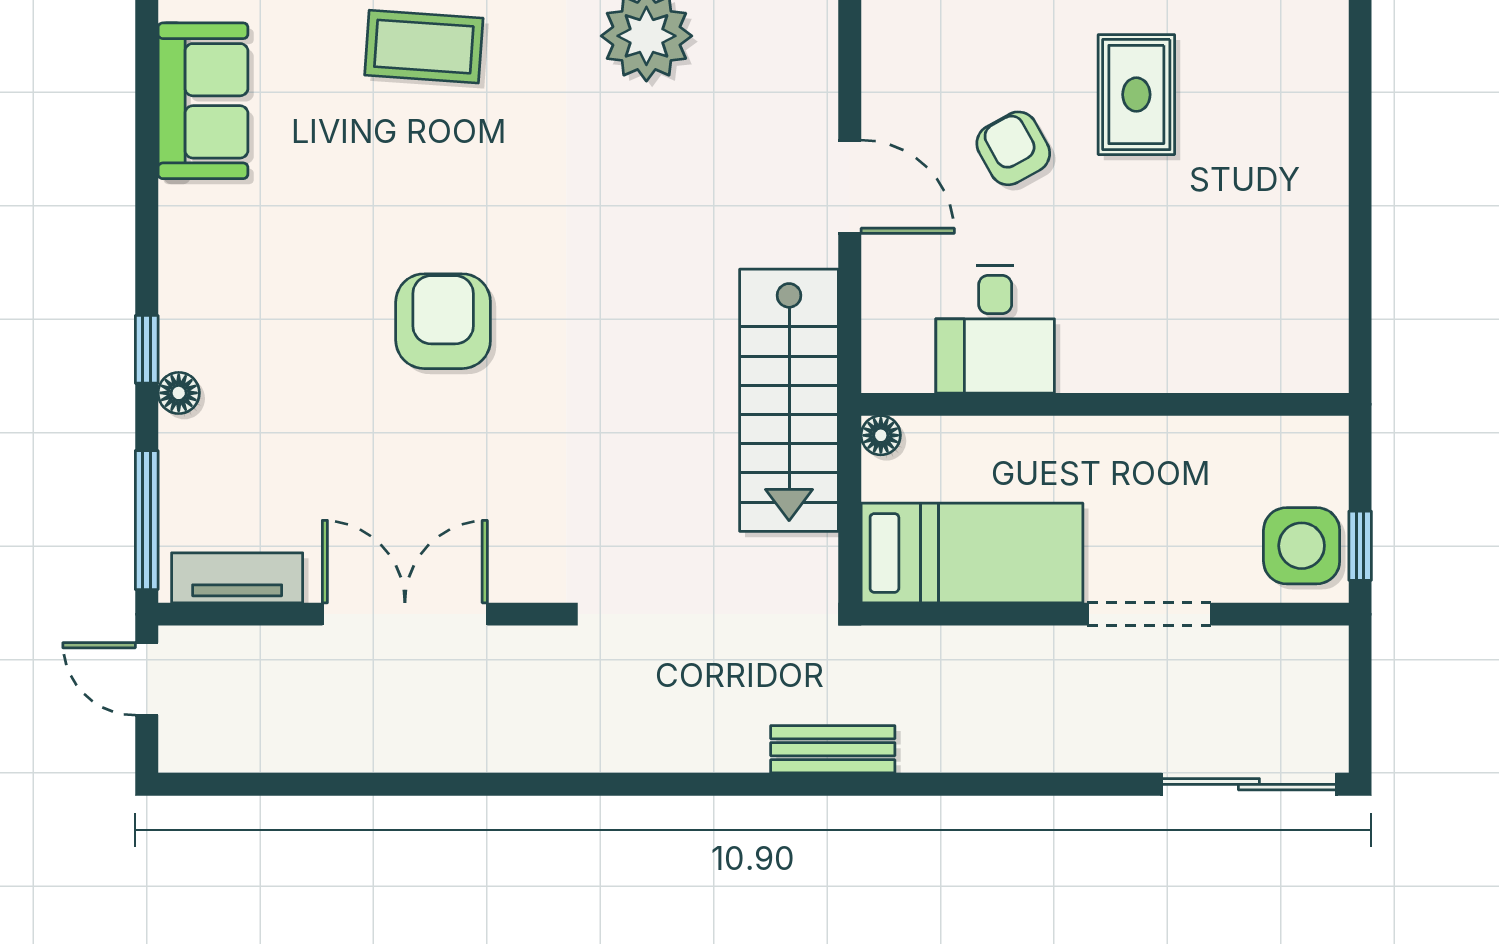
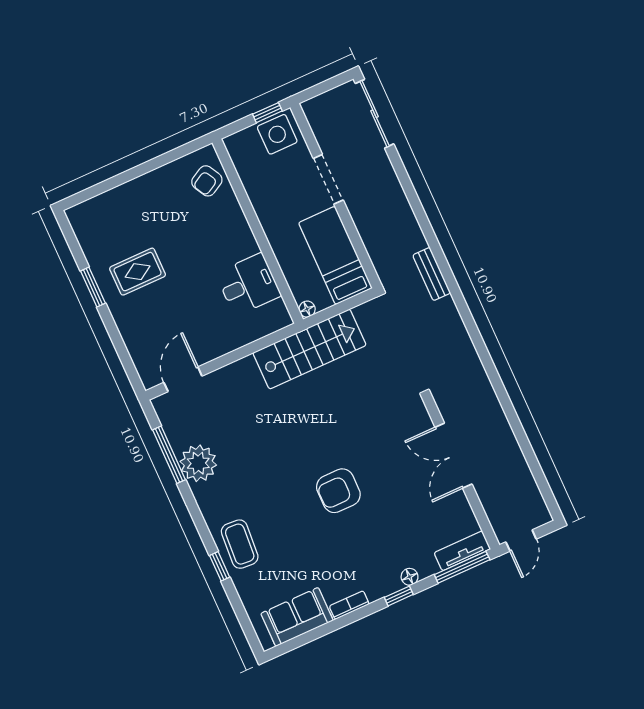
armchair: (1013, 148) -> (207, 181), moved
door: (850, 187) -> (183, 379), moved
bookcase: (177, 229) -> (349, 605), added
tv unit: (237, 578) -> (462, 551), moved, turned 90

